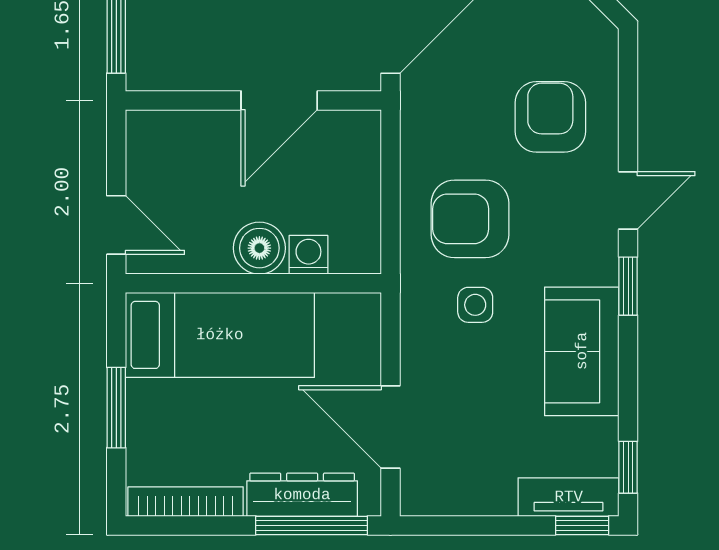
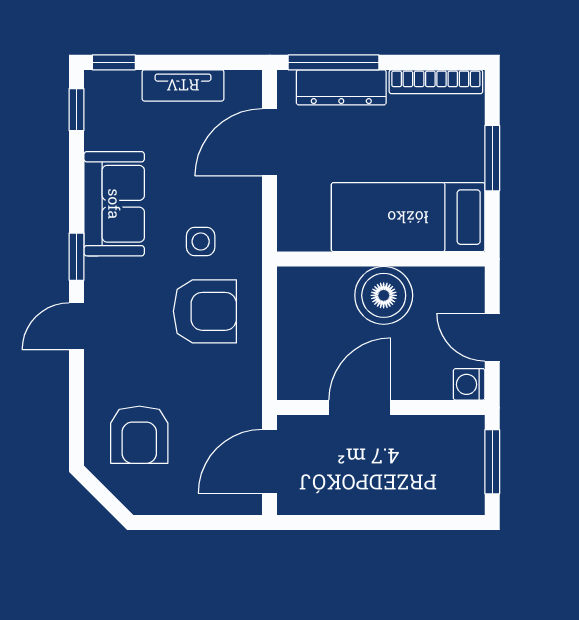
armchair: (550, 117) -> (139, 435), moved
door: (116, 225) -> (492, 337), moved
boiler: (259, 248) -> (384, 295), width x1.37, depth x1.37
washing machine: (308, 255) -> (469, 384), moved, turned 90
door: (390, 427) -> (270, 142), swing flipped
tv unit: (569, 497) -> (183, 85), moved

